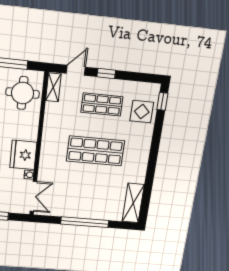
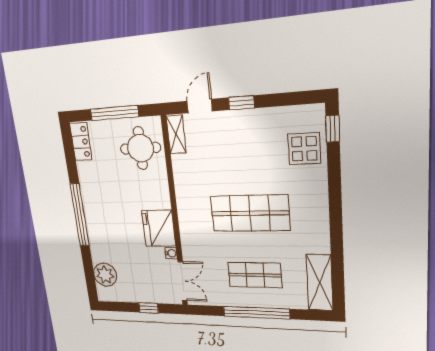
shop shelf: (102, 104) -> (255, 275), moved

